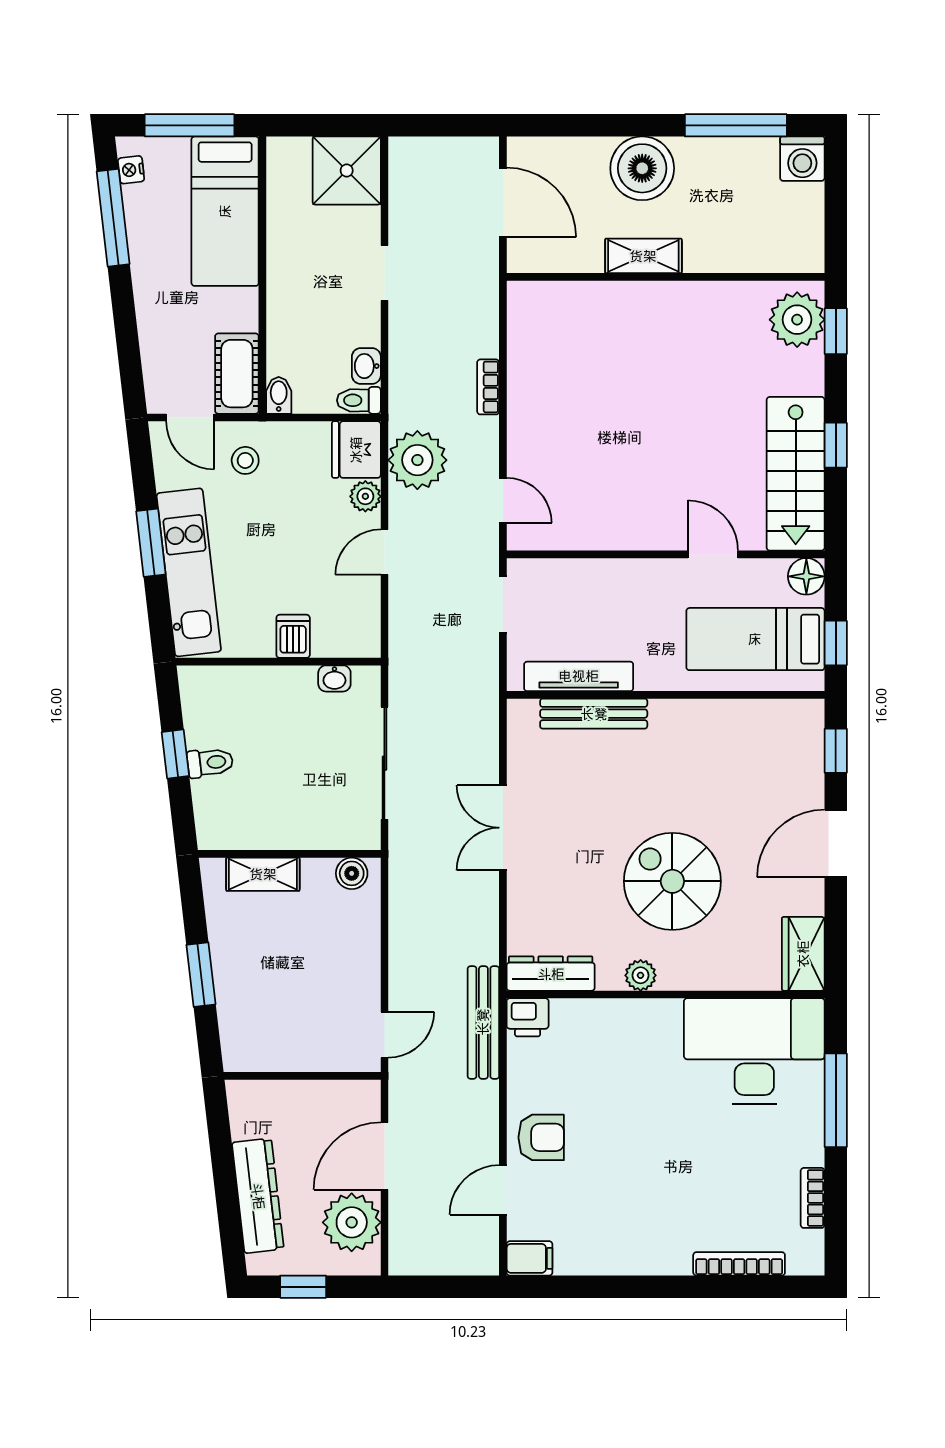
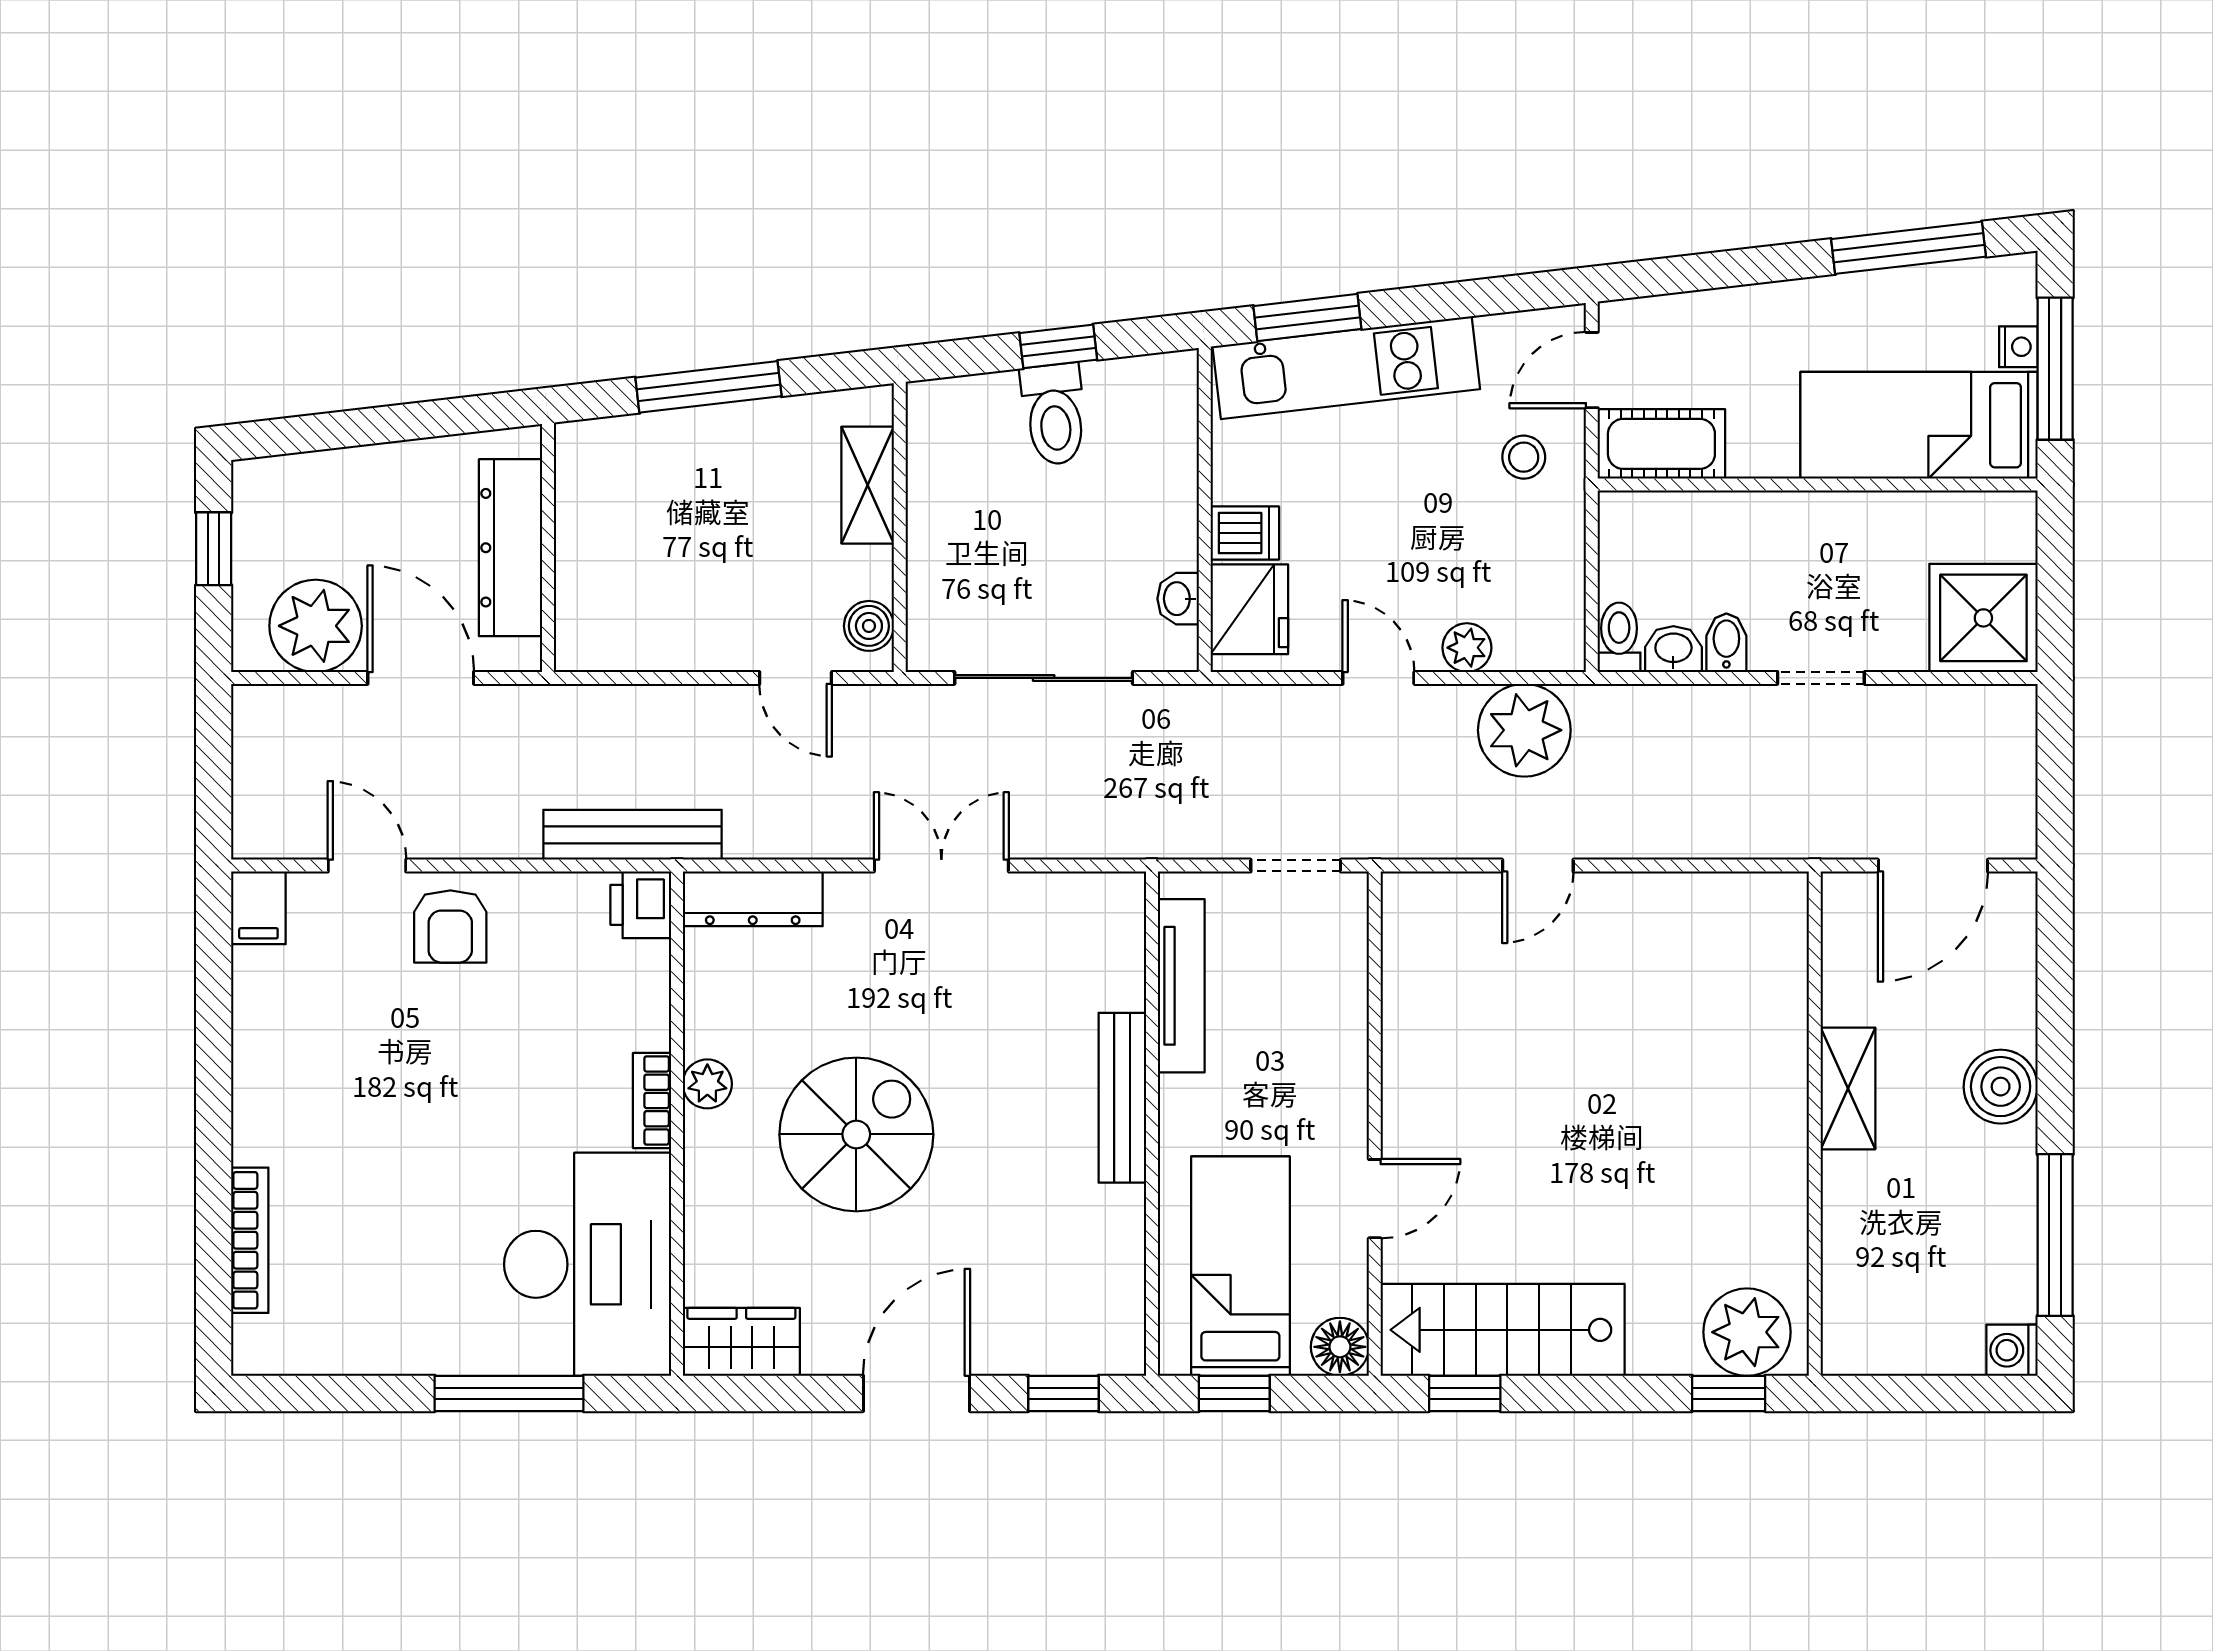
washing machine: (802, 159) -> (2012, 1350), width x0.73, depth x0.73
boiler: (642, 168) -> (2001, 1087), width x0.73, depth x0.73
nightstand: (131, 170) -> (2018, 347), moved, turned 97
bookcase: (488, 387) -> (1640, 842), removed
bidet: (279, 395) -> (1726, 643), moved, turned -90
window: (836, 445) -> (1465, 1393), moved
fridge: (356, 450) -> (1249, 609), moved, turned 90
door: (503, 500) -> (1538, 866), moved
window: (151, 543) -> (1307, 317), moved
bench: (594, 714) -> (1122, 1098), moved
toilet: (210, 763) -> (1054, 414), width x1.37, depth x1.39
door: (836, 843) -> (916, 1393), hinge flipped
dresser: (551, 974) -> (753, 899), moved, turned 90
window: (201, 975) -> (708, 387), width x1.44
door: (384, 1035) -> (796, 678), moved
dresser: (258, 1196) -> (510, 548), moved, turned 97
bookcase: (813, 1198) -> (652, 1100), moved, turned -90

